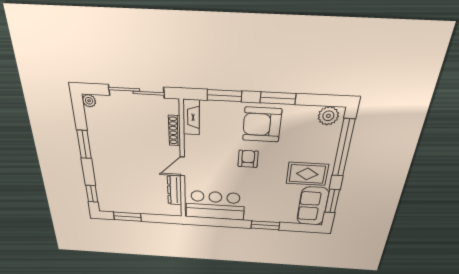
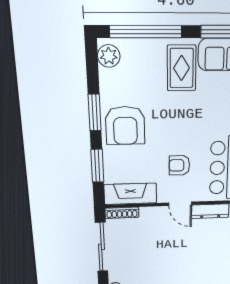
fireplace: (191, 117) -> (130, 194), width x1.37, depth x1.32
shoe rack: (175, 131) -> (122, 213), moved
armchair: (248, 159) -> (179, 165), moved

